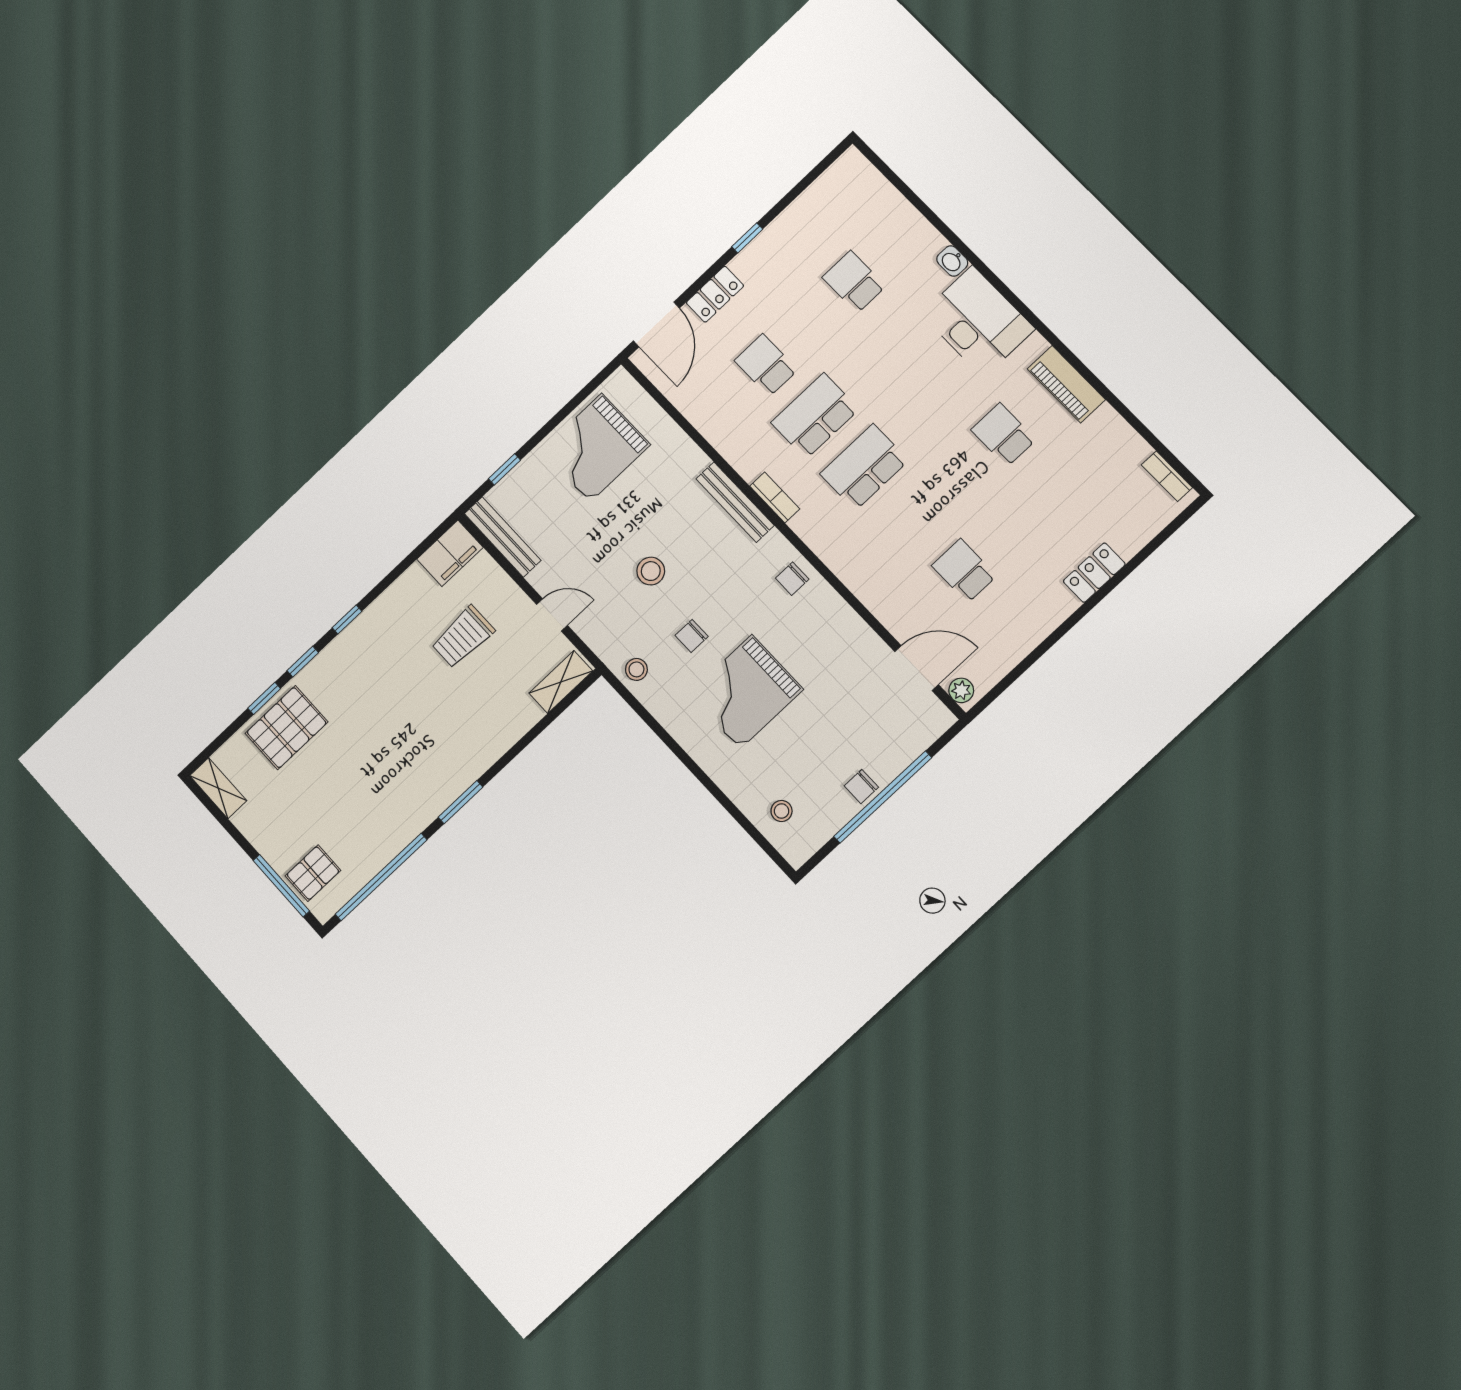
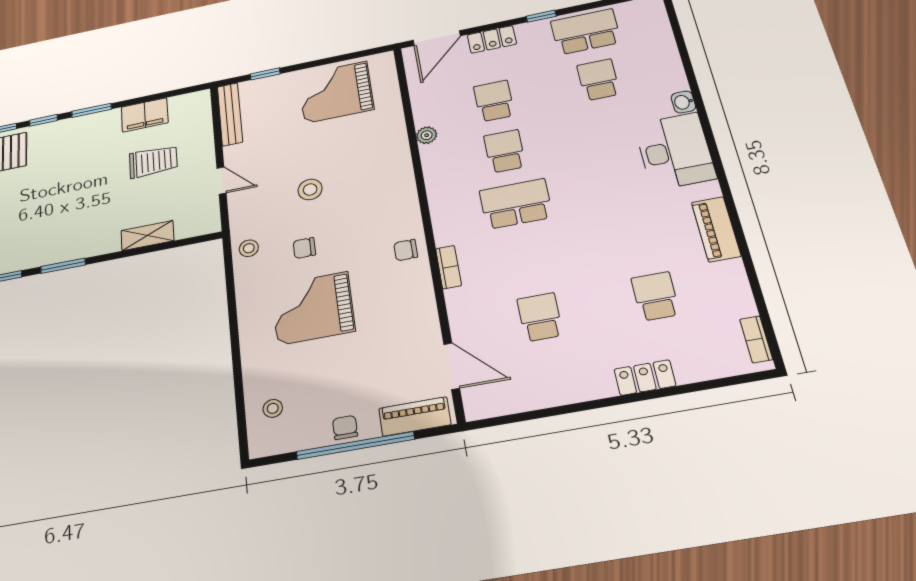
school desk: (805, 232) -> (586, 32), added
school desk: (815, 416) -> (505, 151), width x0.54
school desk: (1003, 435) -> (655, 296), moved
bookcase: (775, 497) -> (449, 267), moved
bench: (735, 502) -> (404, 177), removed
filing cabinet: (450, 553) -> (145, 115), moved
window: (347, 619) -> (92, 110), width x1.50
trolley: (463, 637) -> (153, 162), turned 180
shelving: (561, 682) -> (147, 236), moved
plant: (961, 690) -> (427, 135), moved
piano: (917, 737) -> (415, 416), added
chair: (861, 787) -> (345, 428), turned 90

